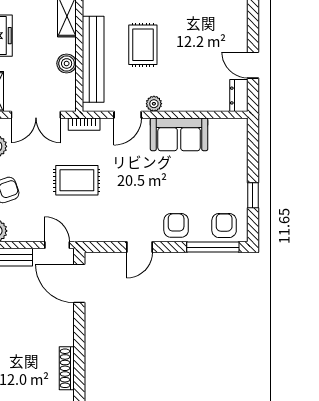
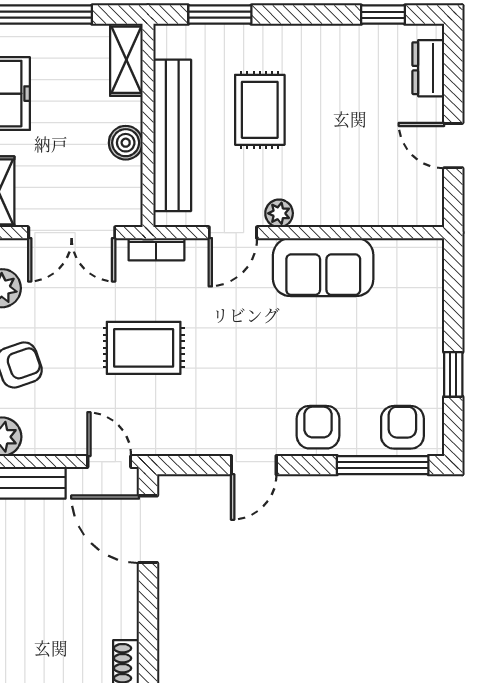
dresser: (239, 96) -> (428, 68), moved

